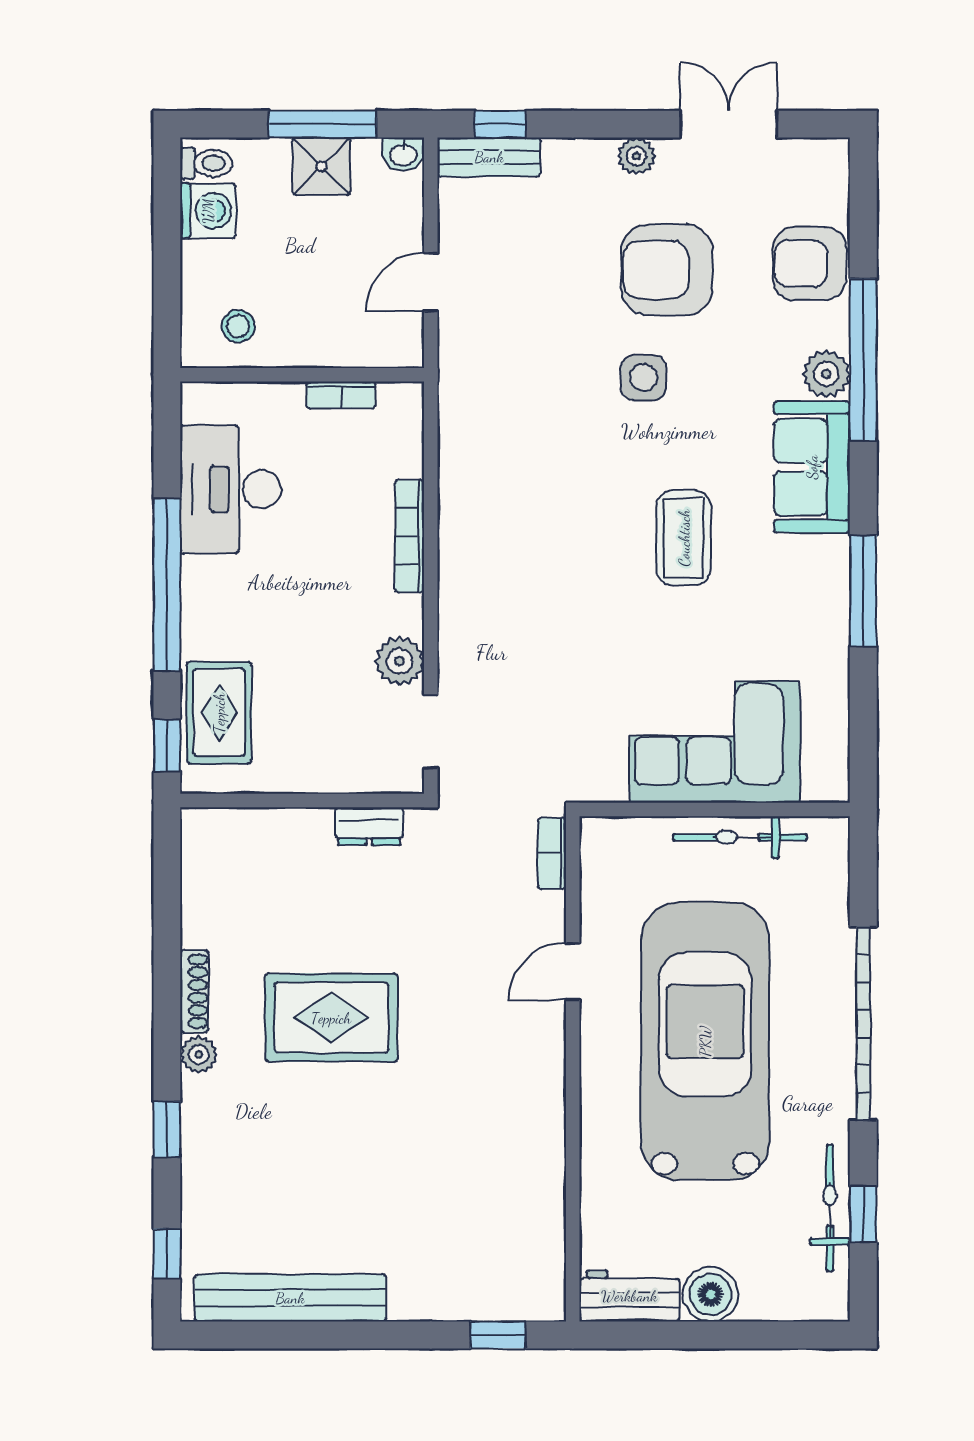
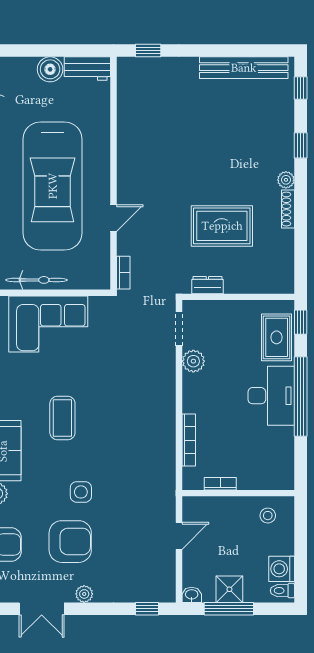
bench: (489, 157) -> (152, 594), removed
desk: (231, 489) -> (271, 396), moved
bookcase: (410, 536) -> (189, 440), moved
rug: (331, 1018) -> (222, 226), moved

